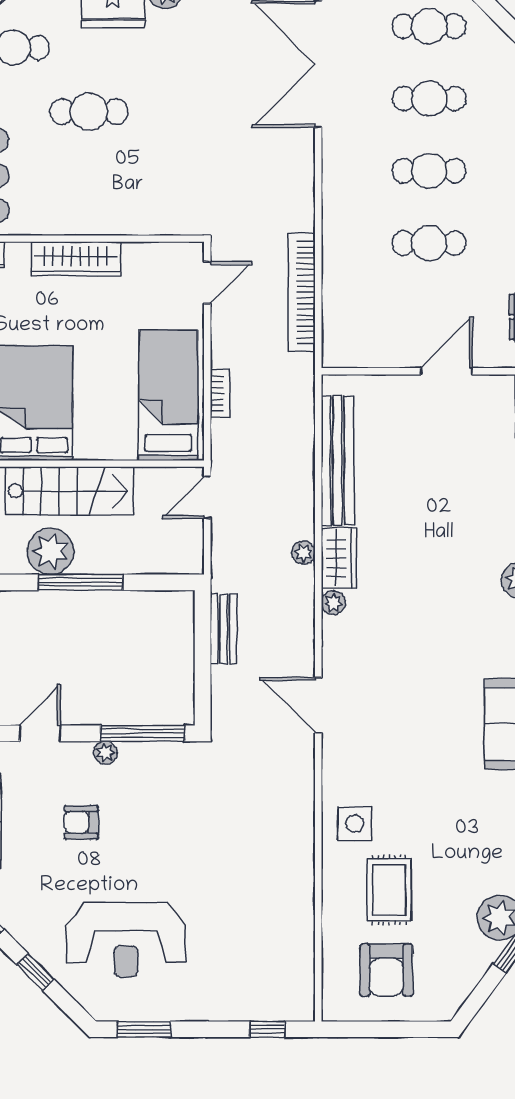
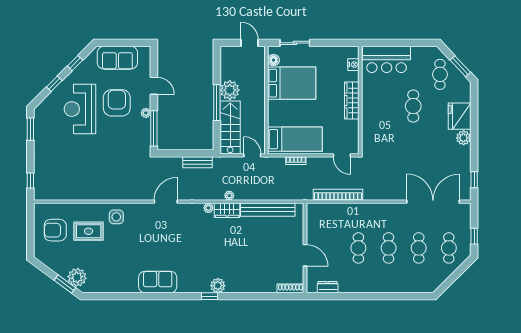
stairs: (69, 491) -> (230, 127), moved, turned 180
armchair: (81, 822) -> (117, 103), width x1.88, depth x1.88
reception desk: (126, 940) -> (80, 109), moved

